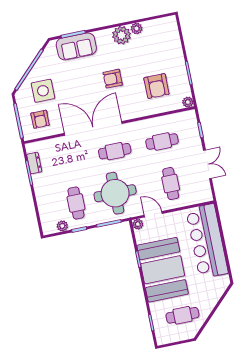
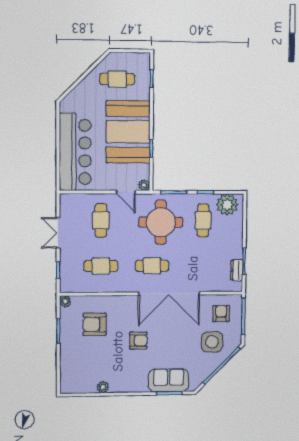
plant: (122, 35) -> (120, 383), removed
armchair: (156, 86) -> (95, 324), turned -90
plant: (62, 226) -> (227, 205), width x1.87, depth x1.87

